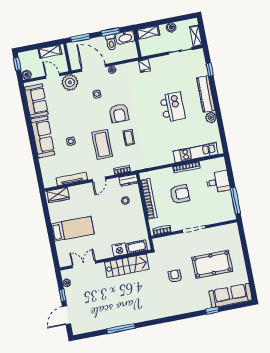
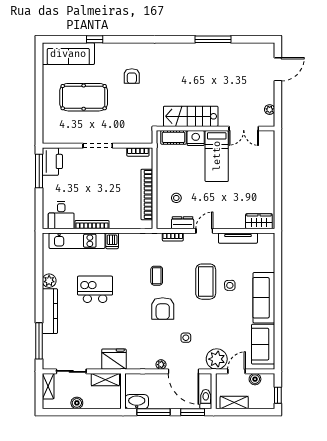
window: (111, 32) -> (153, 412), width x1.44
shelving: (148, 32) -> (105, 380), moved
toilet: (111, 42) -> (206, 399), moved
fridge: (144, 66) -> (114, 359), width x1.88, depth x1.34
window: (210, 69) -> (39, 341), width x2.17
boiler: (27, 75) -> (255, 379), moved
door: (53, 76) -> (236, 371), swing flipped
kitchen island: (173, 107) -> (95, 289), moved, turned 90
armchair: (119, 113) -> (163, 308), turned 180
coffee table: (102, 144) -> (206, 282), moved
dishwasher: (168, 158) -> (112, 241), added
dresser: (128, 180) -> (183, 223), moved
desk: (218, 182) -> (61, 215), moved, turned -90
armchair: (180, 194) -> (107, 193), removed
printer: (227, 210) -> (52, 161), added
bed: (73, 229) -> (217, 156), moved, turned -90
armchair: (175, 276) -> (132, 76), moved
window: (63, 295) -> (278, 95), removed

